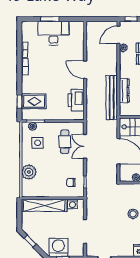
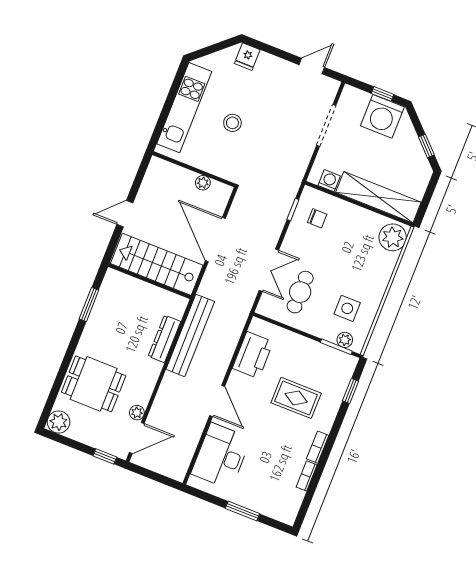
desk: (53, 33) -> (221, 456), moved, turned 90
rug: (34, 101) -> (296, 398), moved
plant: (29, 172) -> (393, 237), moved

